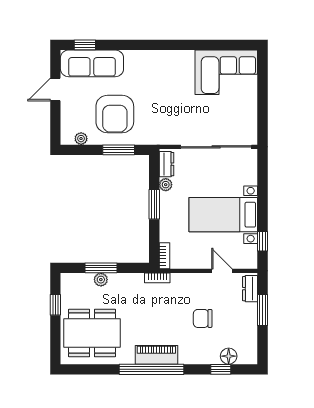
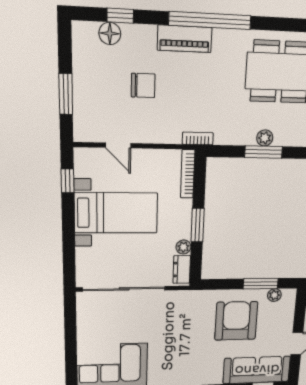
window: (119, 150) -> (261, 284), moved
bookcase: (164, 256) -> (188, 174), width x1.56
dresser: (250, 289) -> (82, 122), removed
piano: (156, 355) -> (185, 39), moved

